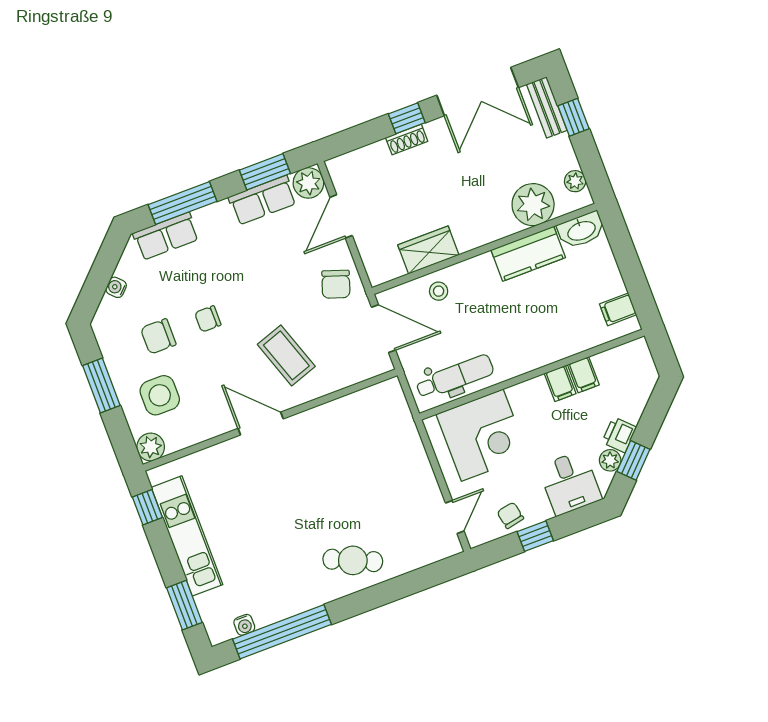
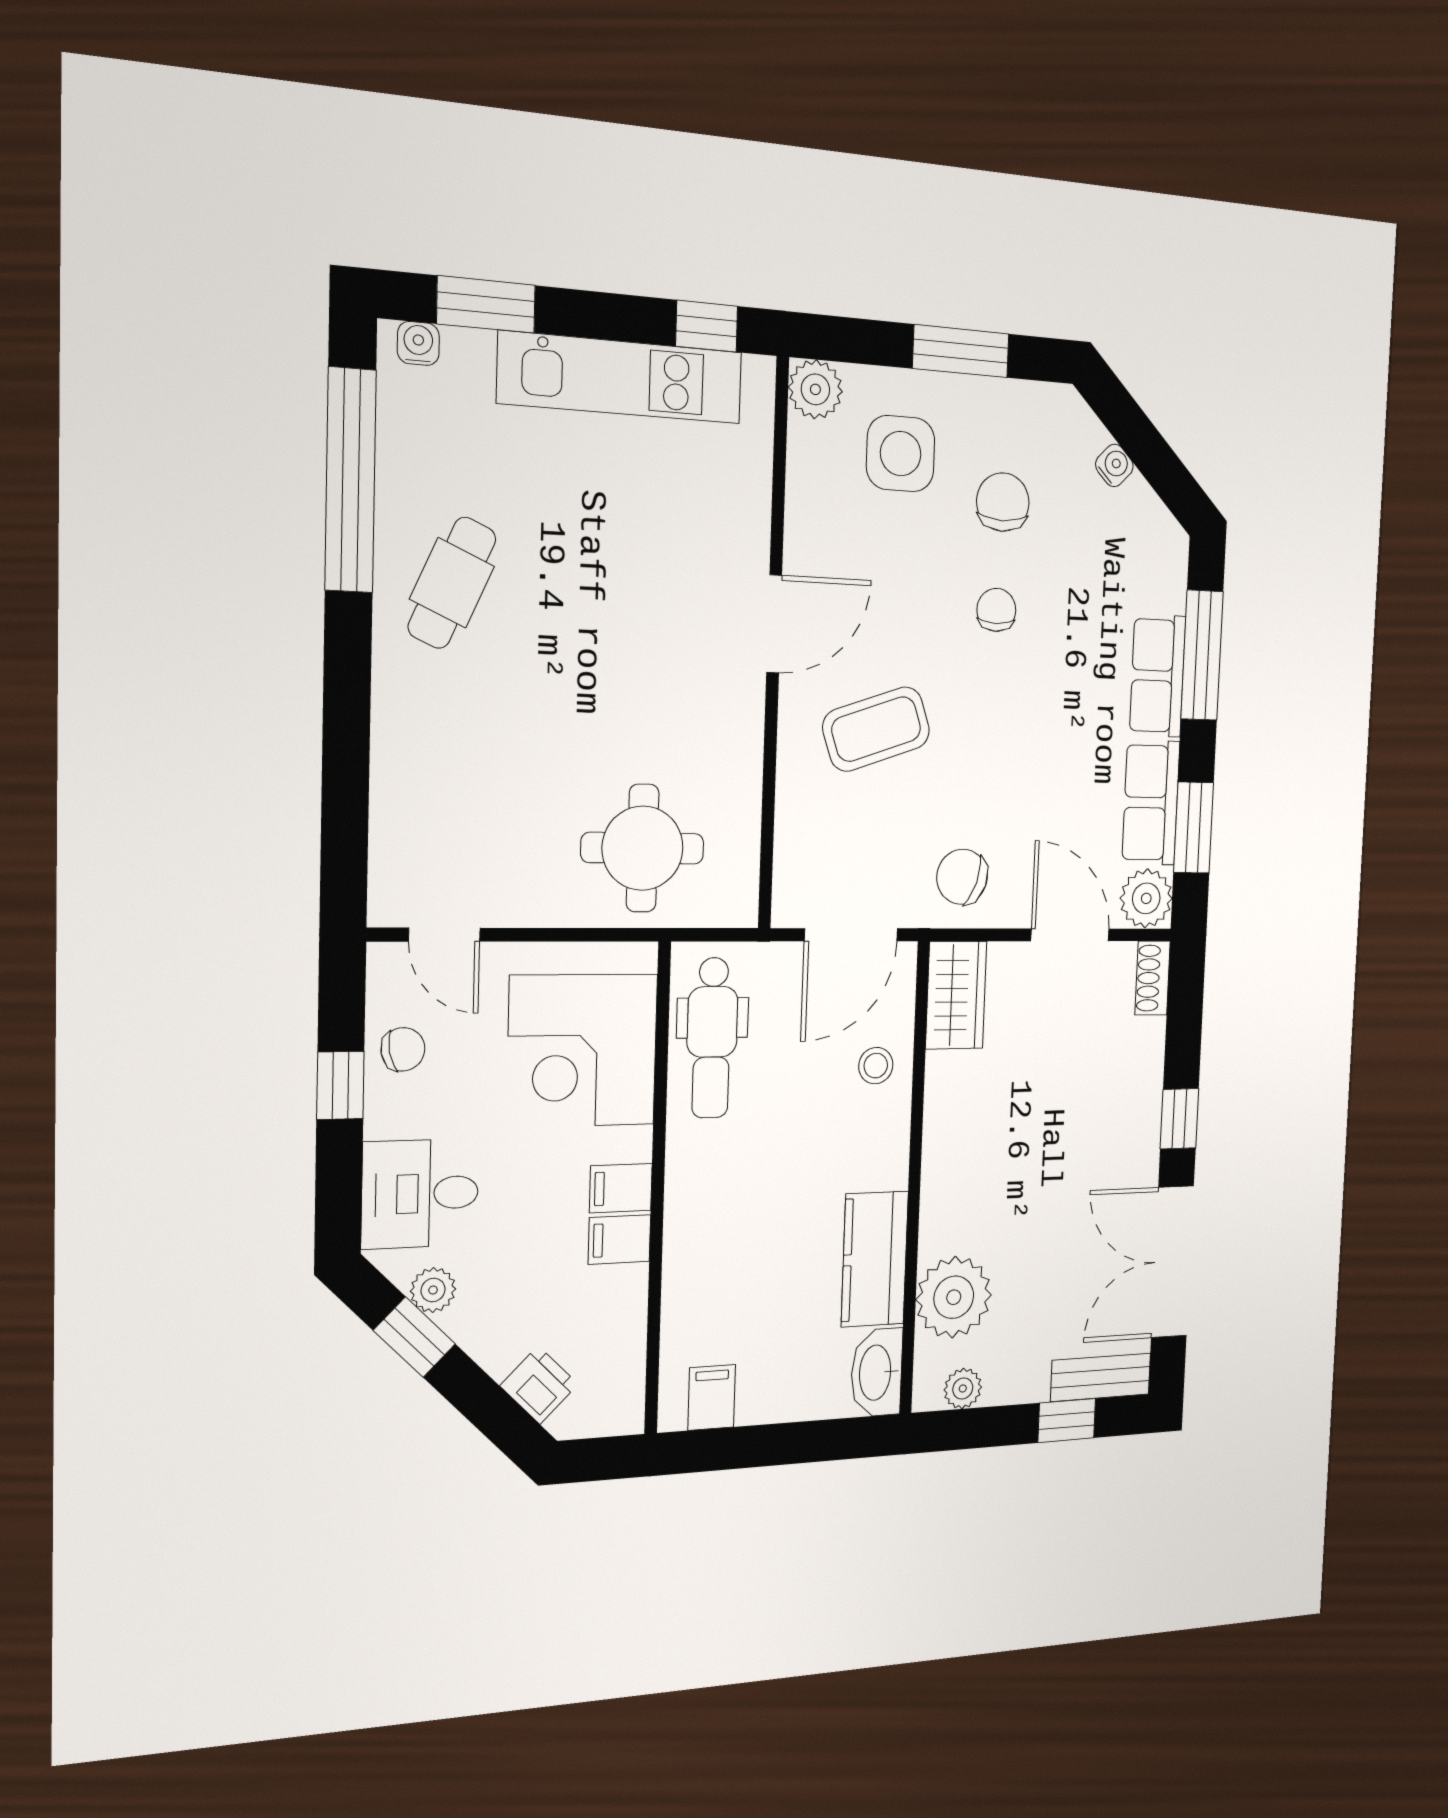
shoe rack: (407, 139) -> (1153, 978), moved
row of seats: (166, 236) -> (1158, 676), moved
wardrobe: (428, 250) -> (956, 995), moved
filing cabinet: (583, 375) -> (621, 1188), moved
printer: (619, 435) -> (539, 1385), moved
round table: (383, 444) -> (643, 848), added
cafe table: (353, 560) -> (452, 583), moved
water cooler: (244, 625) -> (418, 343), moved, turned 90

